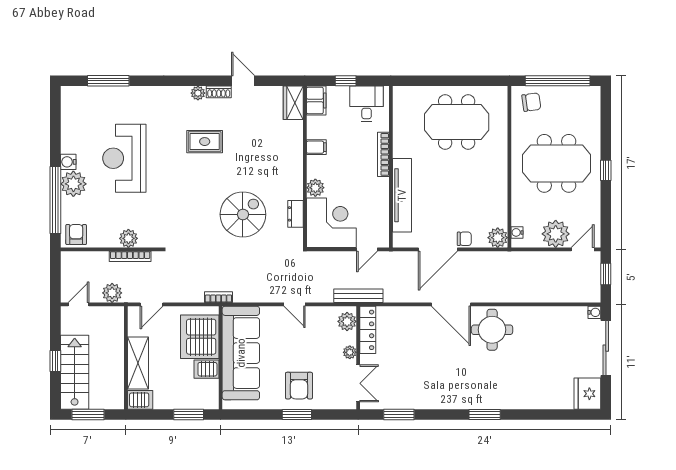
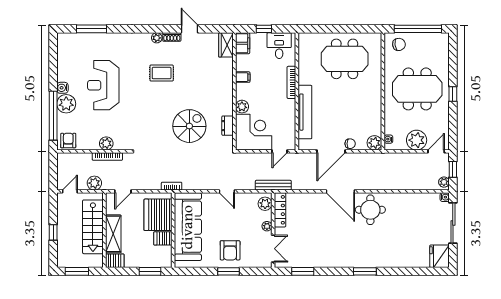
plant: (593, 292) -> (444, 182), added
stairs: (75, 372) -> (93, 227), moved, turned 180

